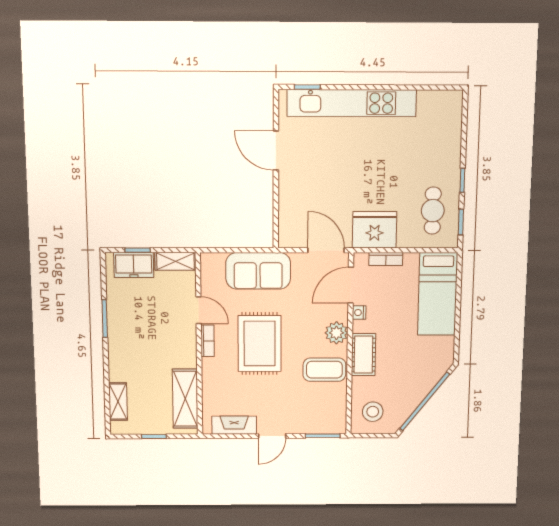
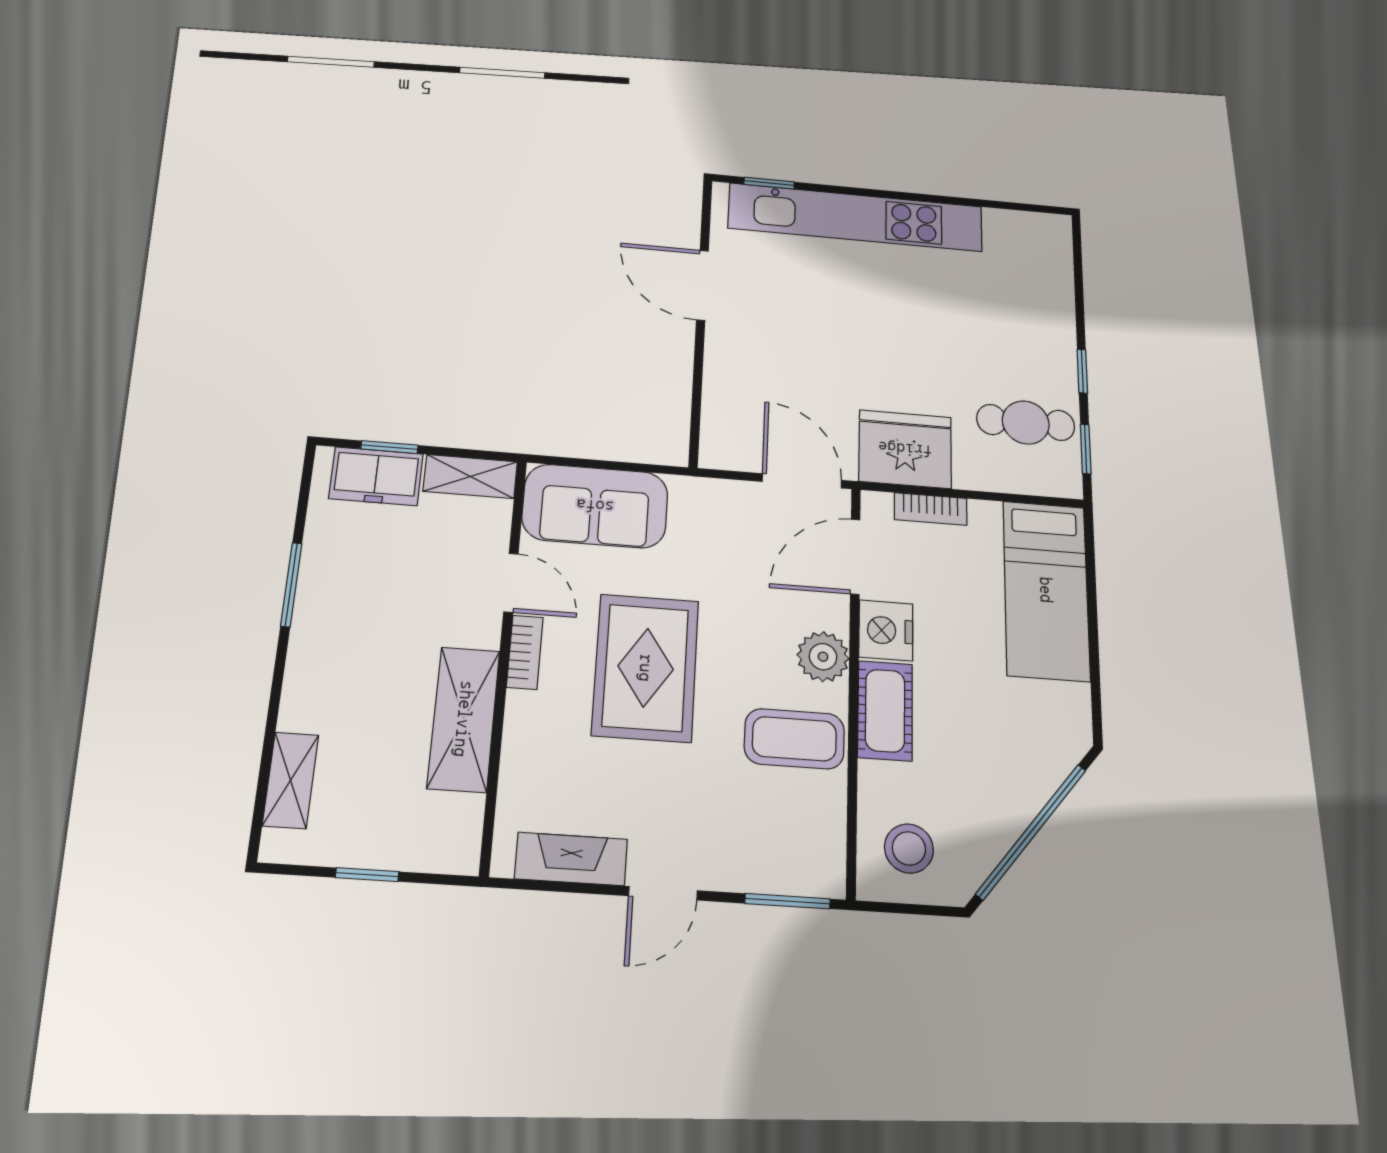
cafe table: (433, 211) -> (1026, 422), turned 90
sofa: (258, 271) -> (595, 506), moved
nightstand: (359, 313) -> (886, 630), width x1.89, depth x1.79
shelving: (185, 399) -> (464, 719), moved

